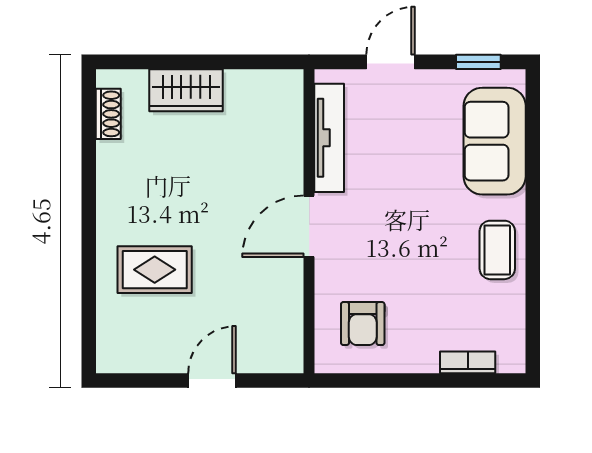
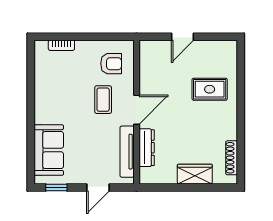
shoe rack: (108, 114) -> (232, 158), width x1.43
dresser: (288, 146) -> (147, 148), added
coffee table: (497, 250) -> (103, 100), moved
armchair: (363, 324) -> (111, 64), turned 90

